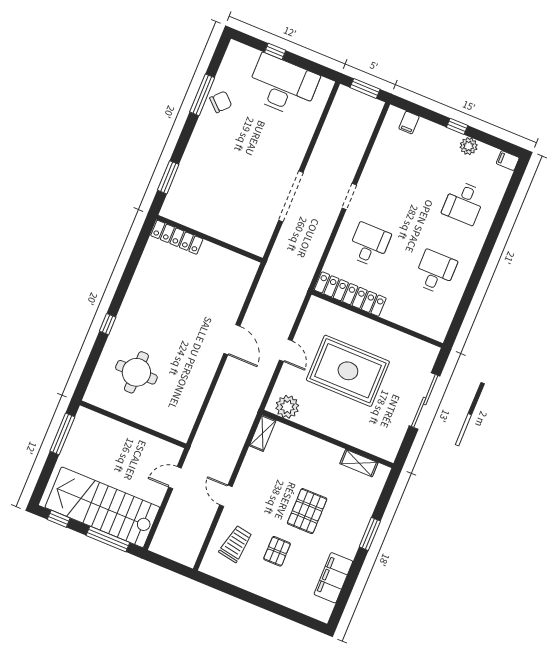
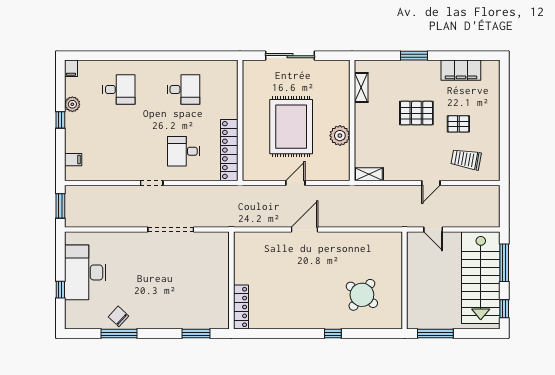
desk: (435, 272) -> (184, 90), turned 180
round table: (136, 372) -> (362, 295), turned 37
plant: (287, 407) -> (340, 136), moved

